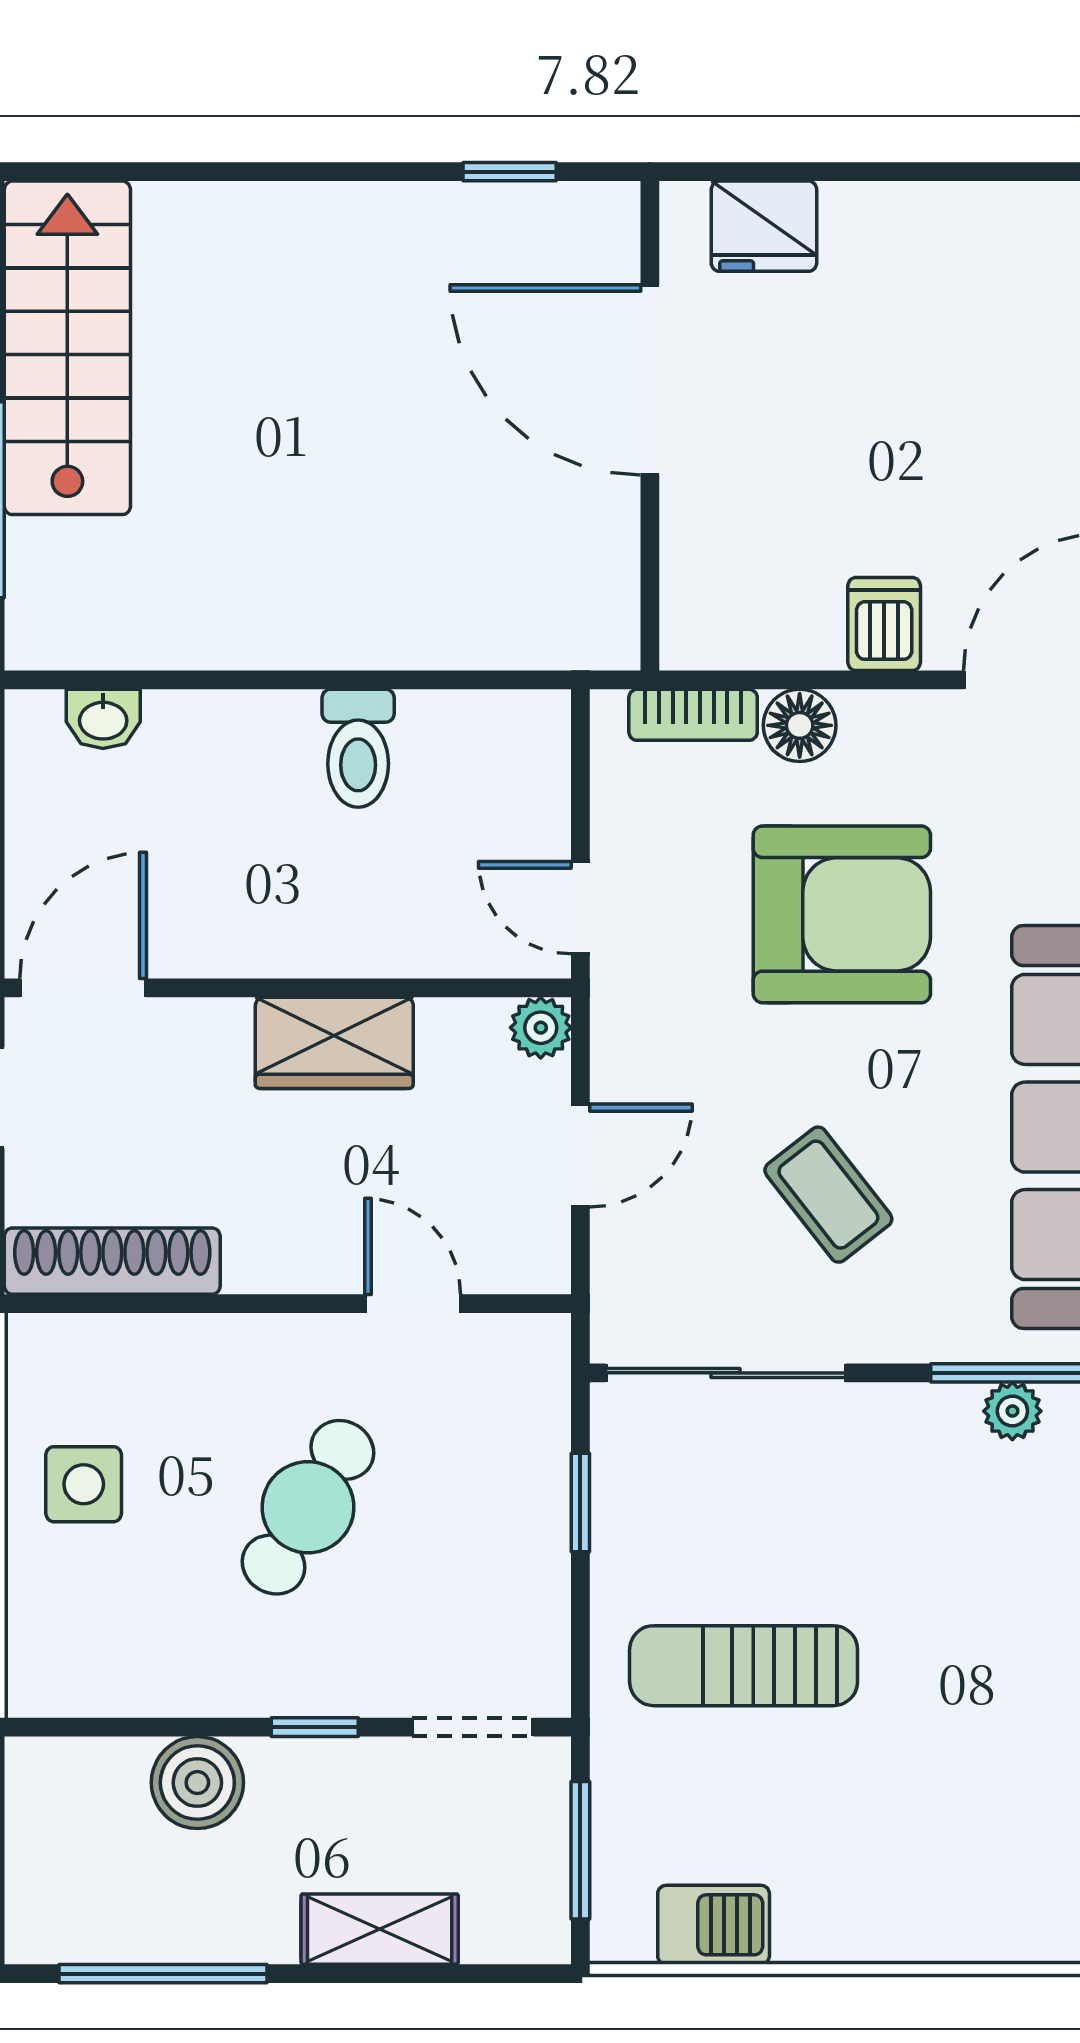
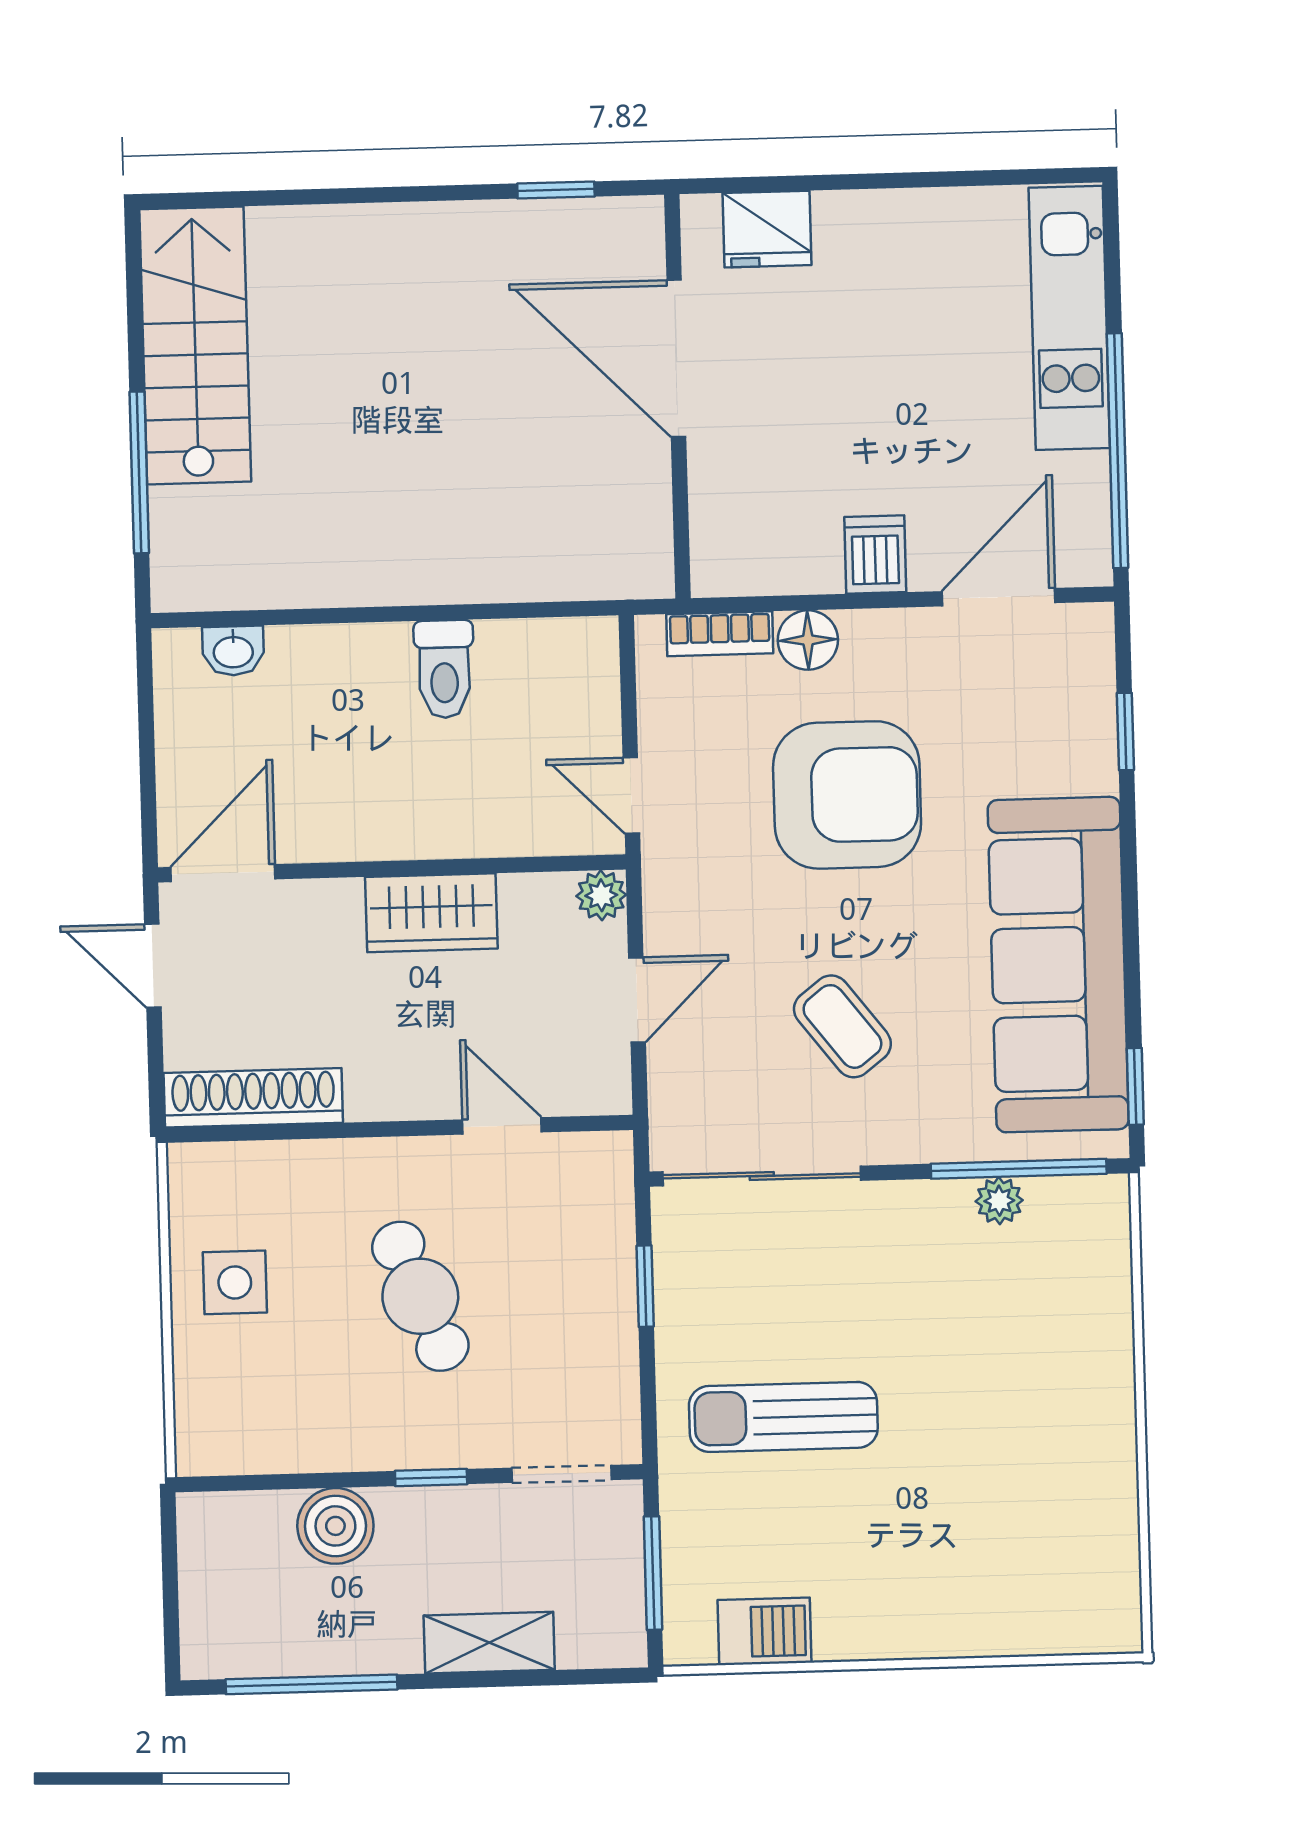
cafe table: (308, 1507) -> (420, 1296), turned -53

